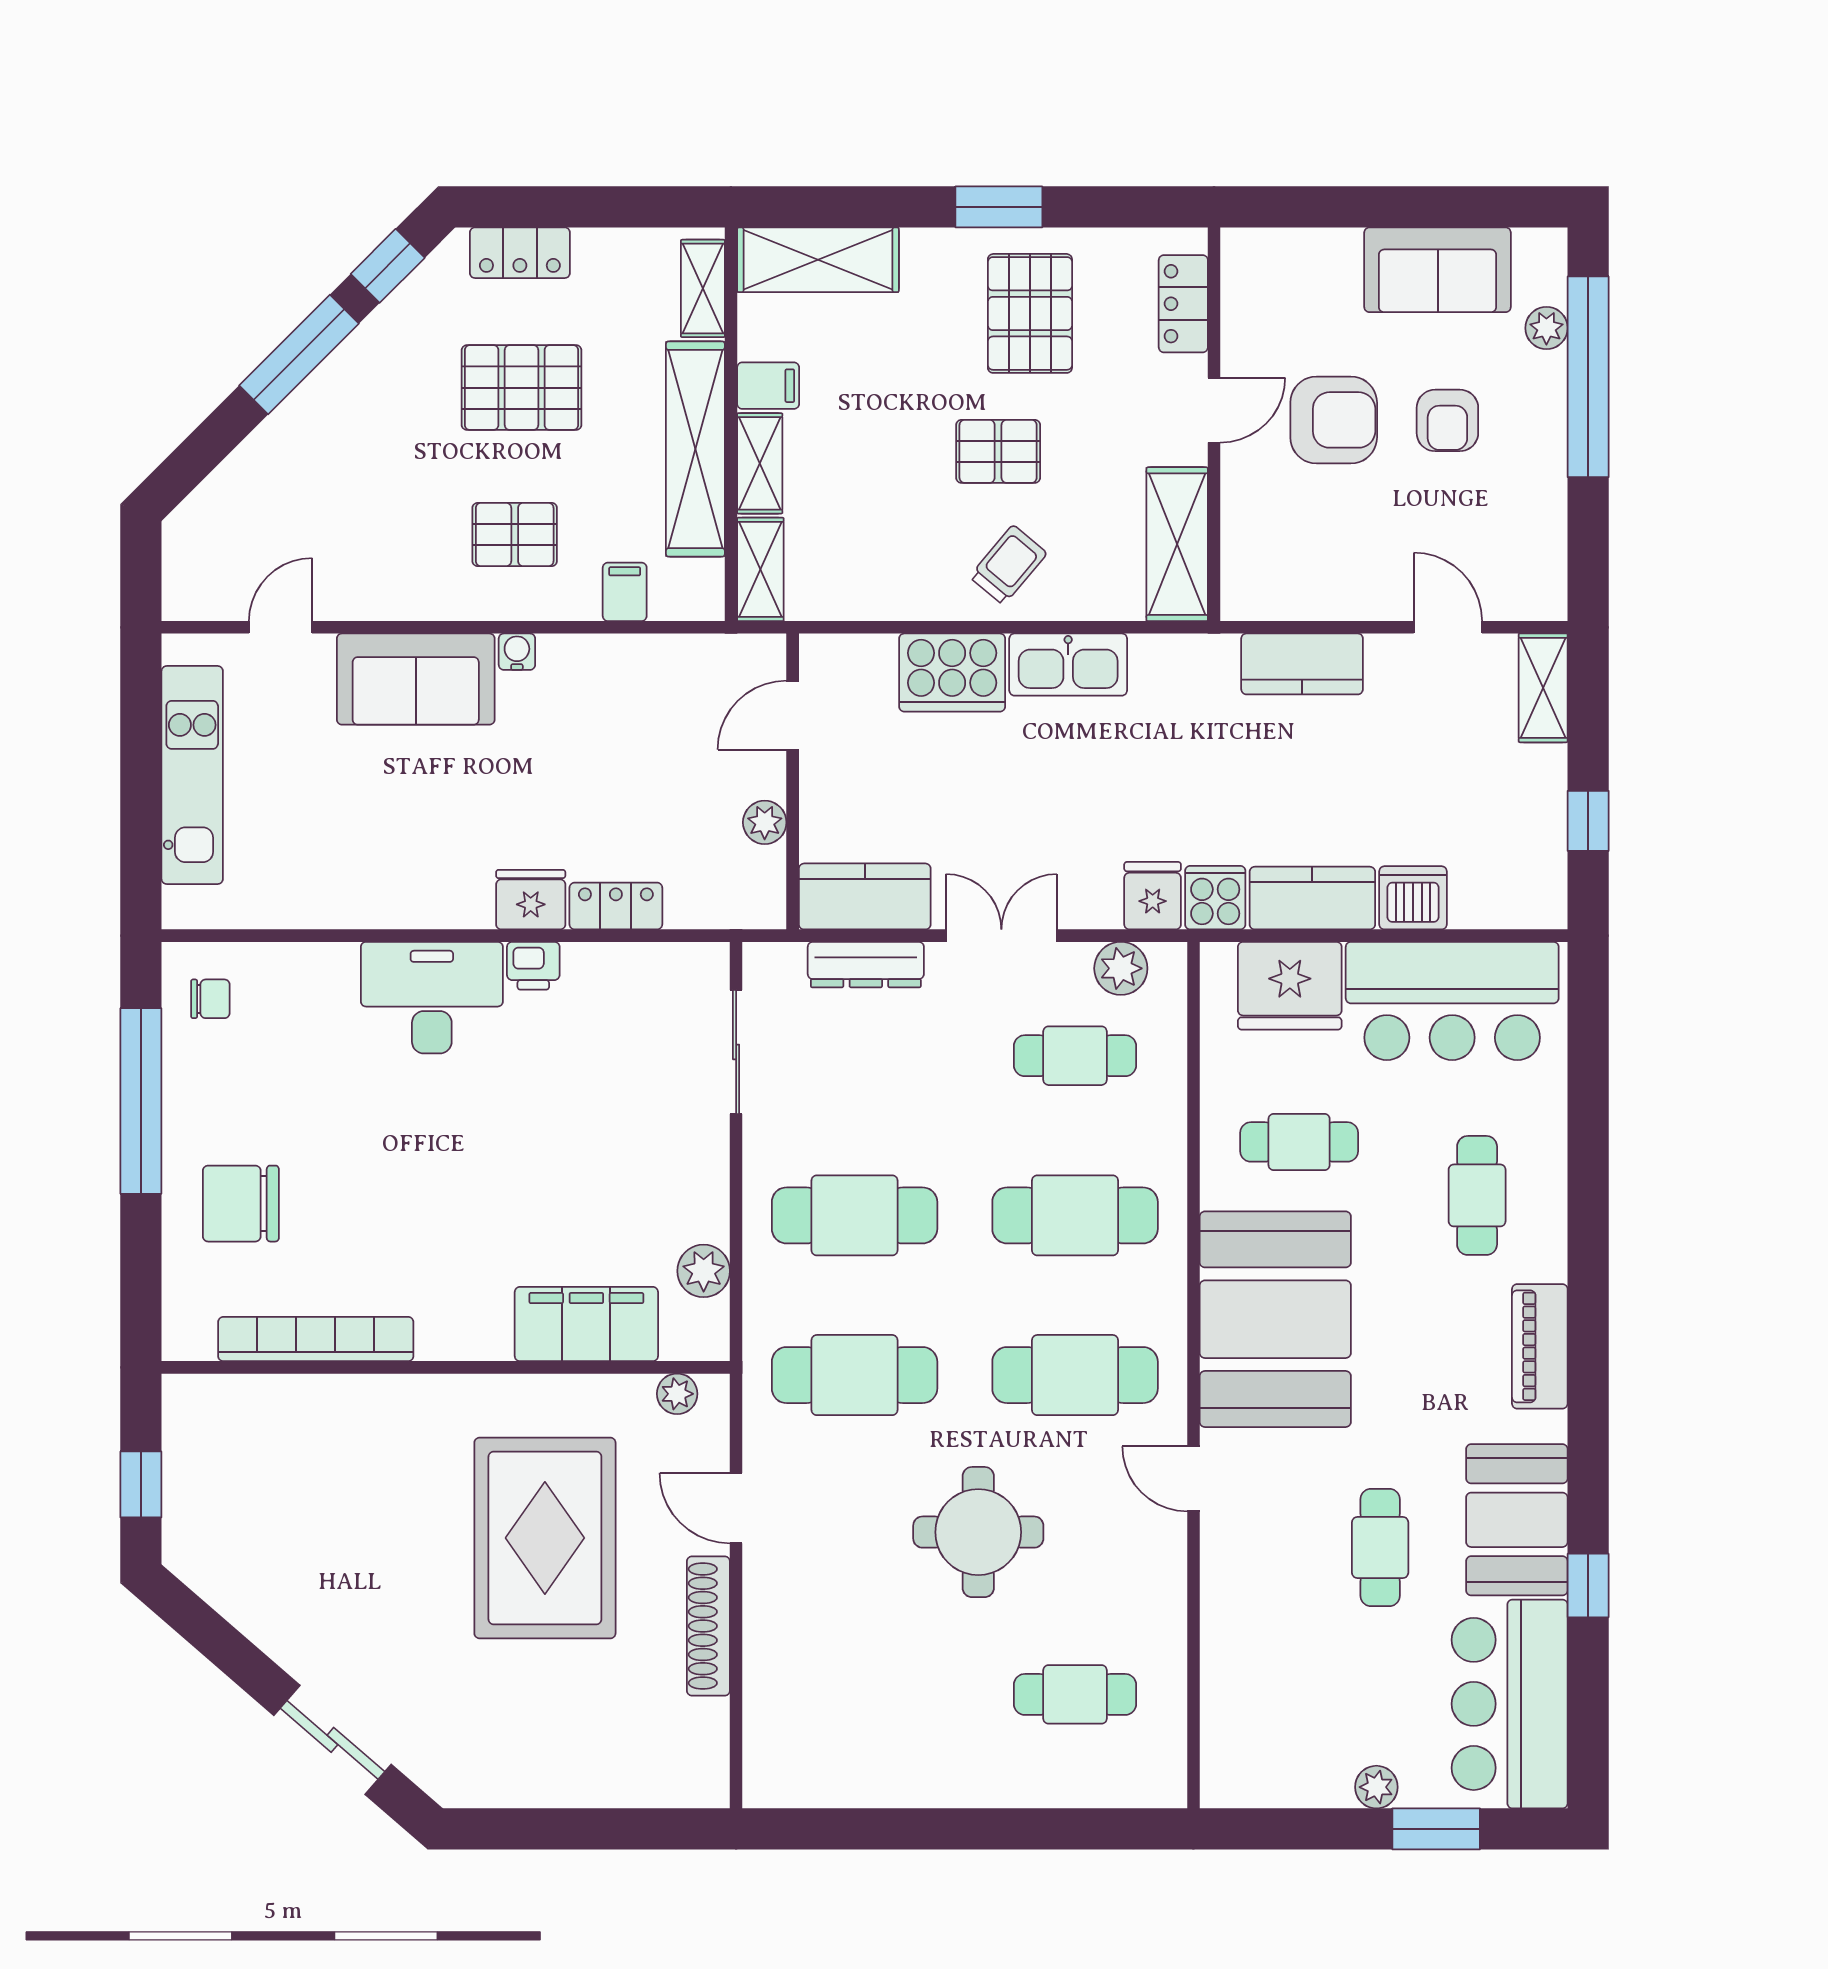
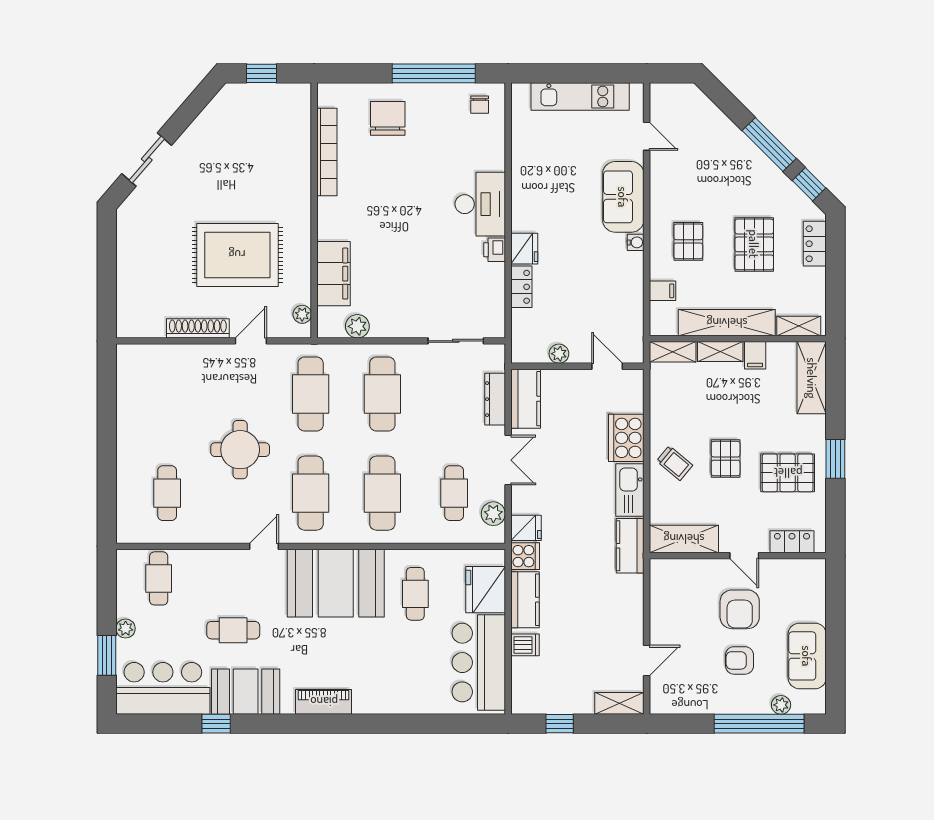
kitchen counter: (1302, 664) -> (630, 546), moved
dishwasher: (1413, 898) -> (525, 645), width x0.73
cafe table: (1477, 1195) -> (159, 578), moved, turned 90

